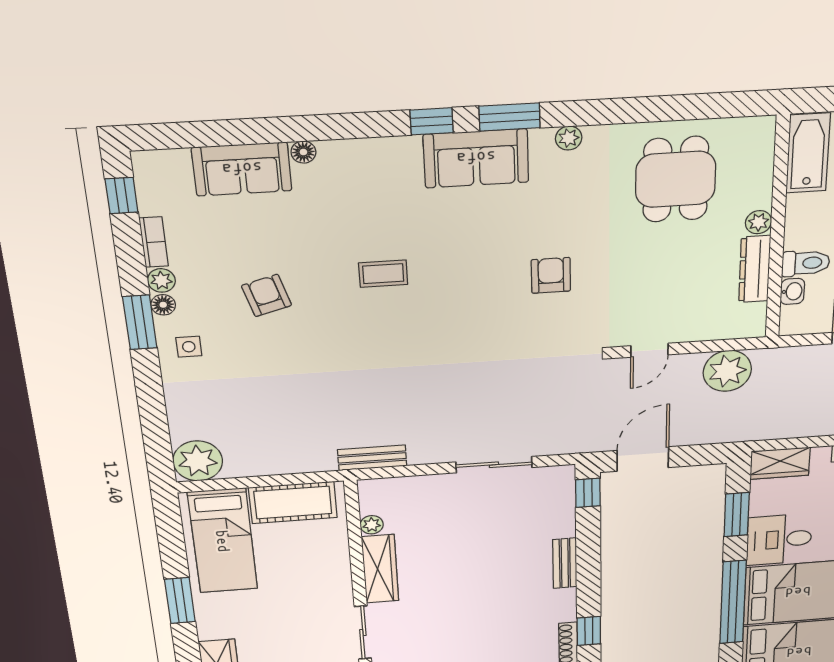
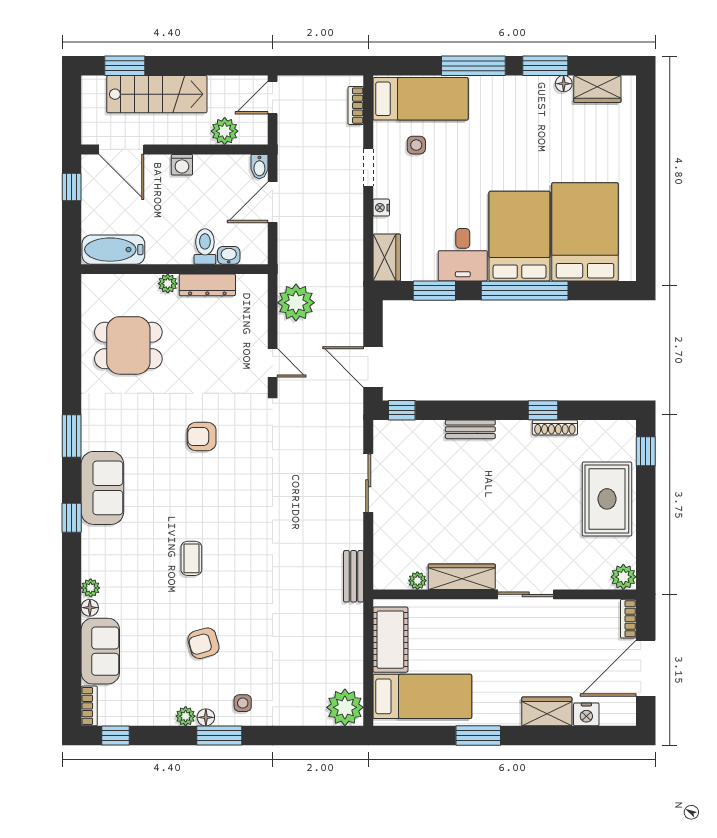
window: (510, 117) -> (72, 436), moved
plant: (569, 138) -> (91, 588), moved
bookcase: (154, 242) -> (89, 706), moved, turned 90

